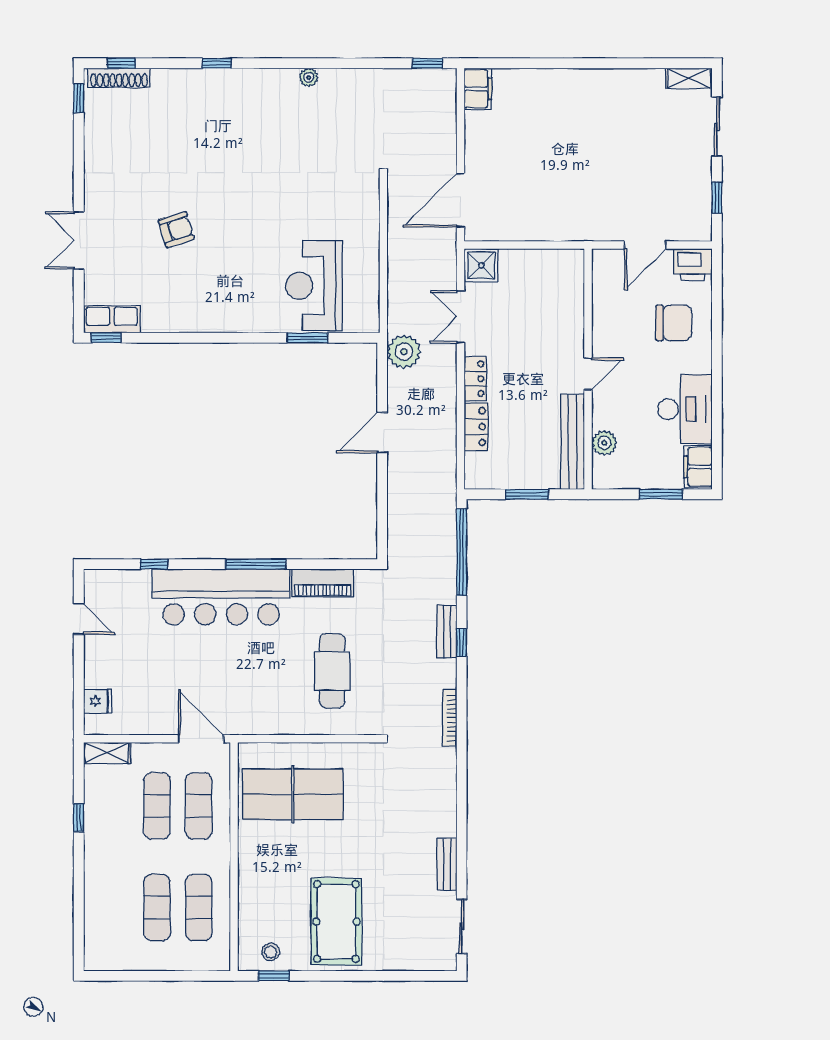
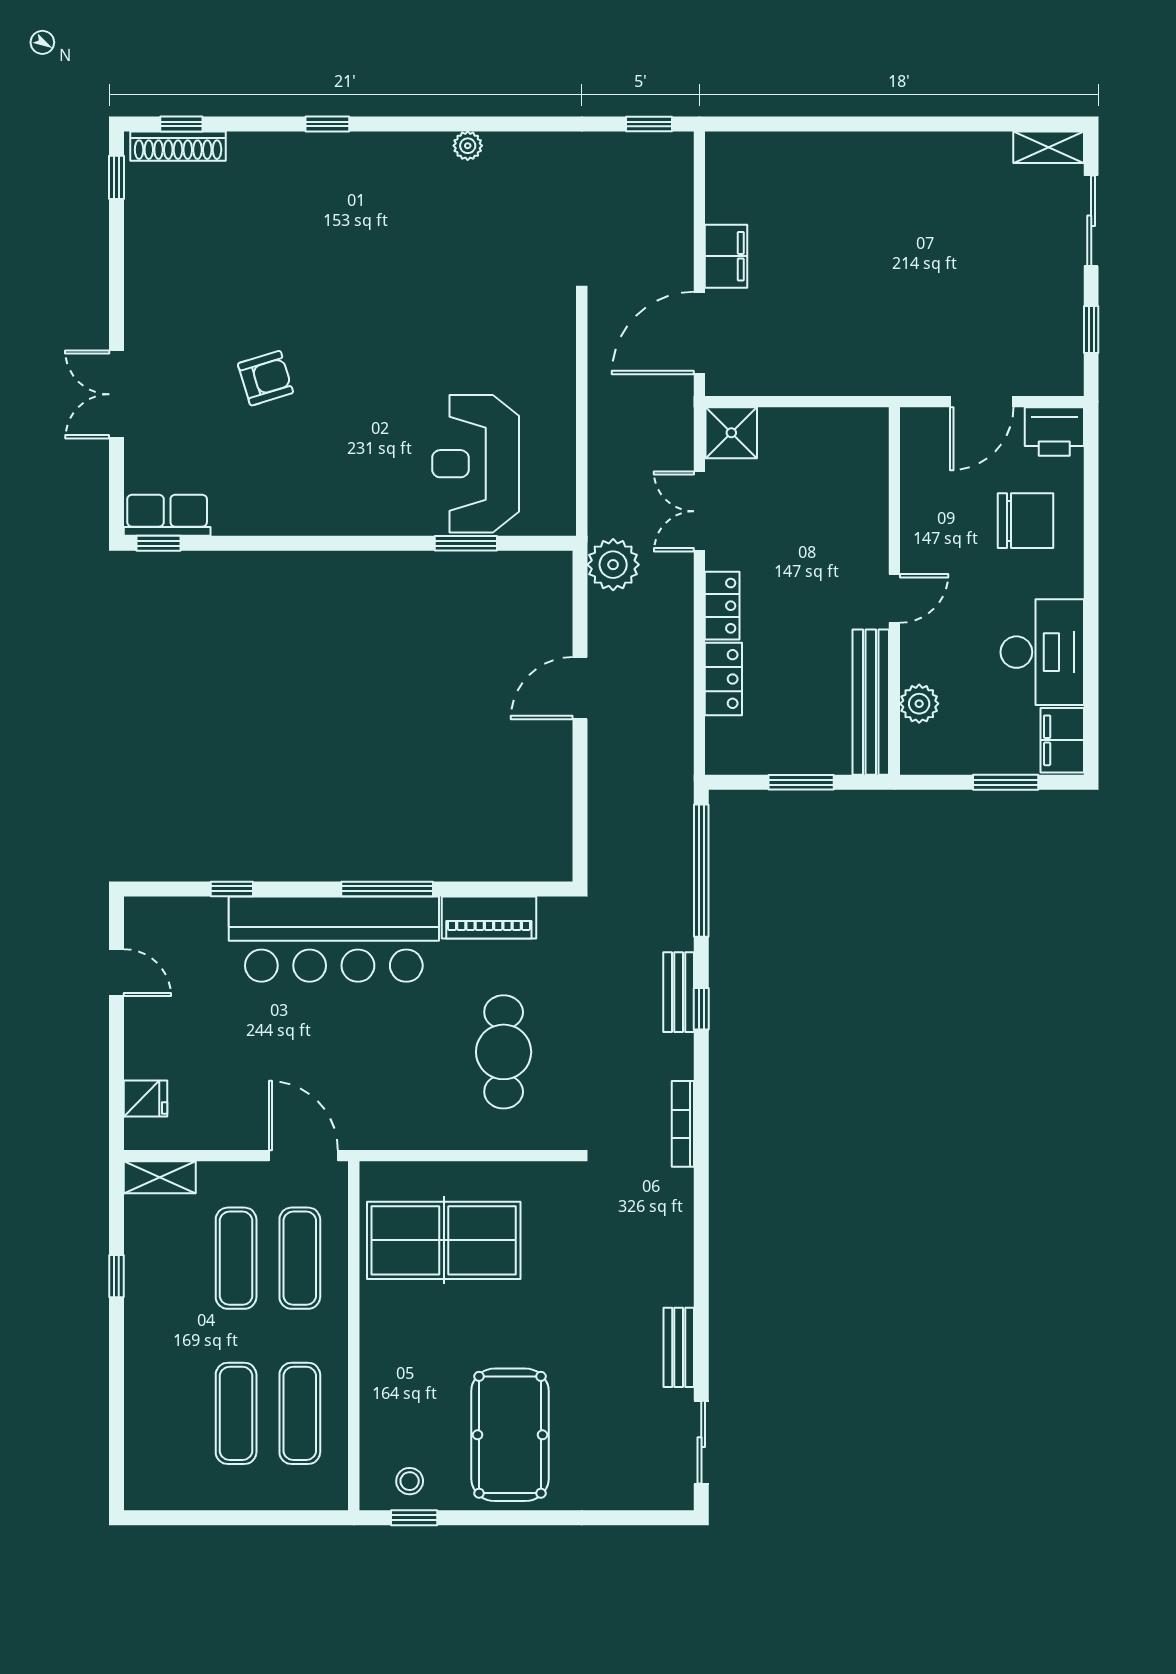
filing cabinet: (478, 89) -> (726, 256), moved

